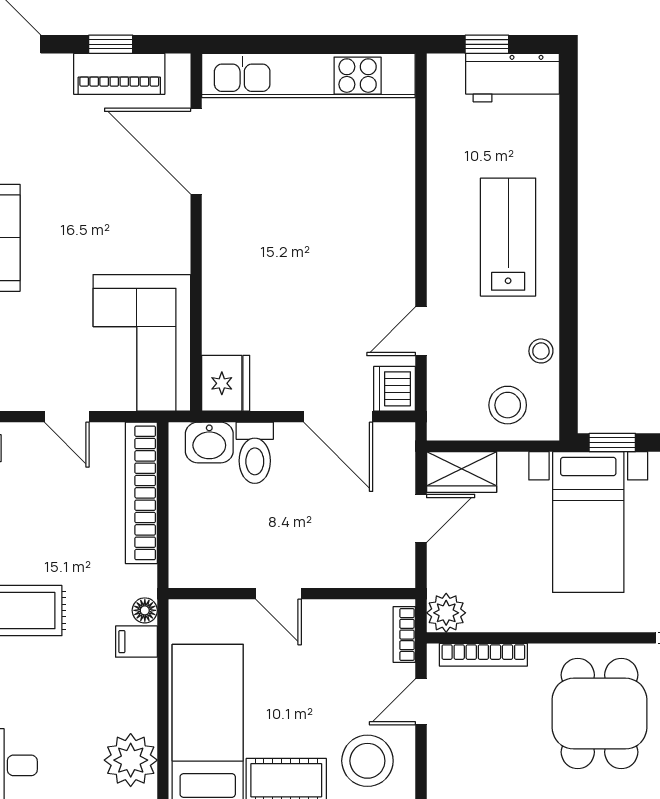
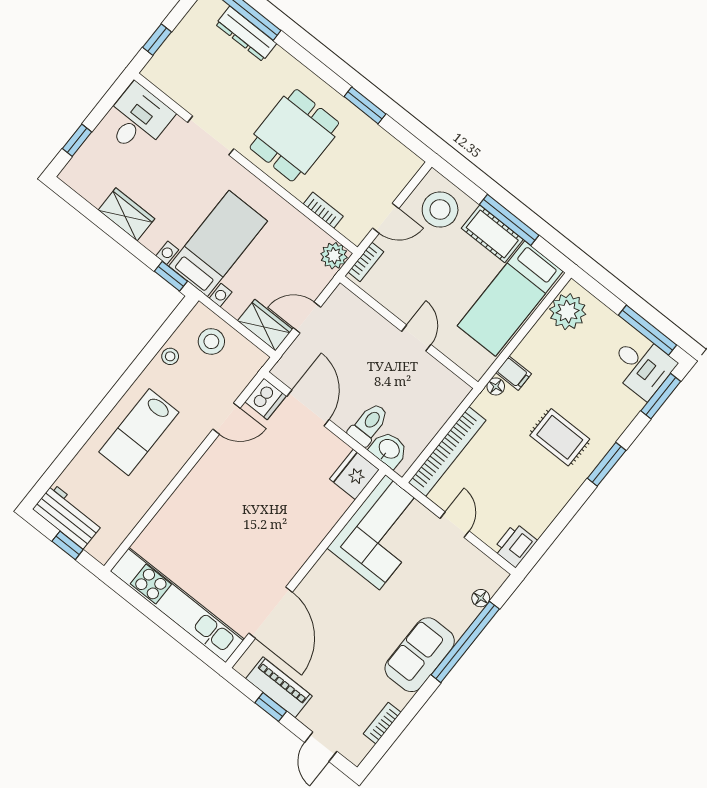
bookcase: (483, 655) -> (323, 210), width x0.64

